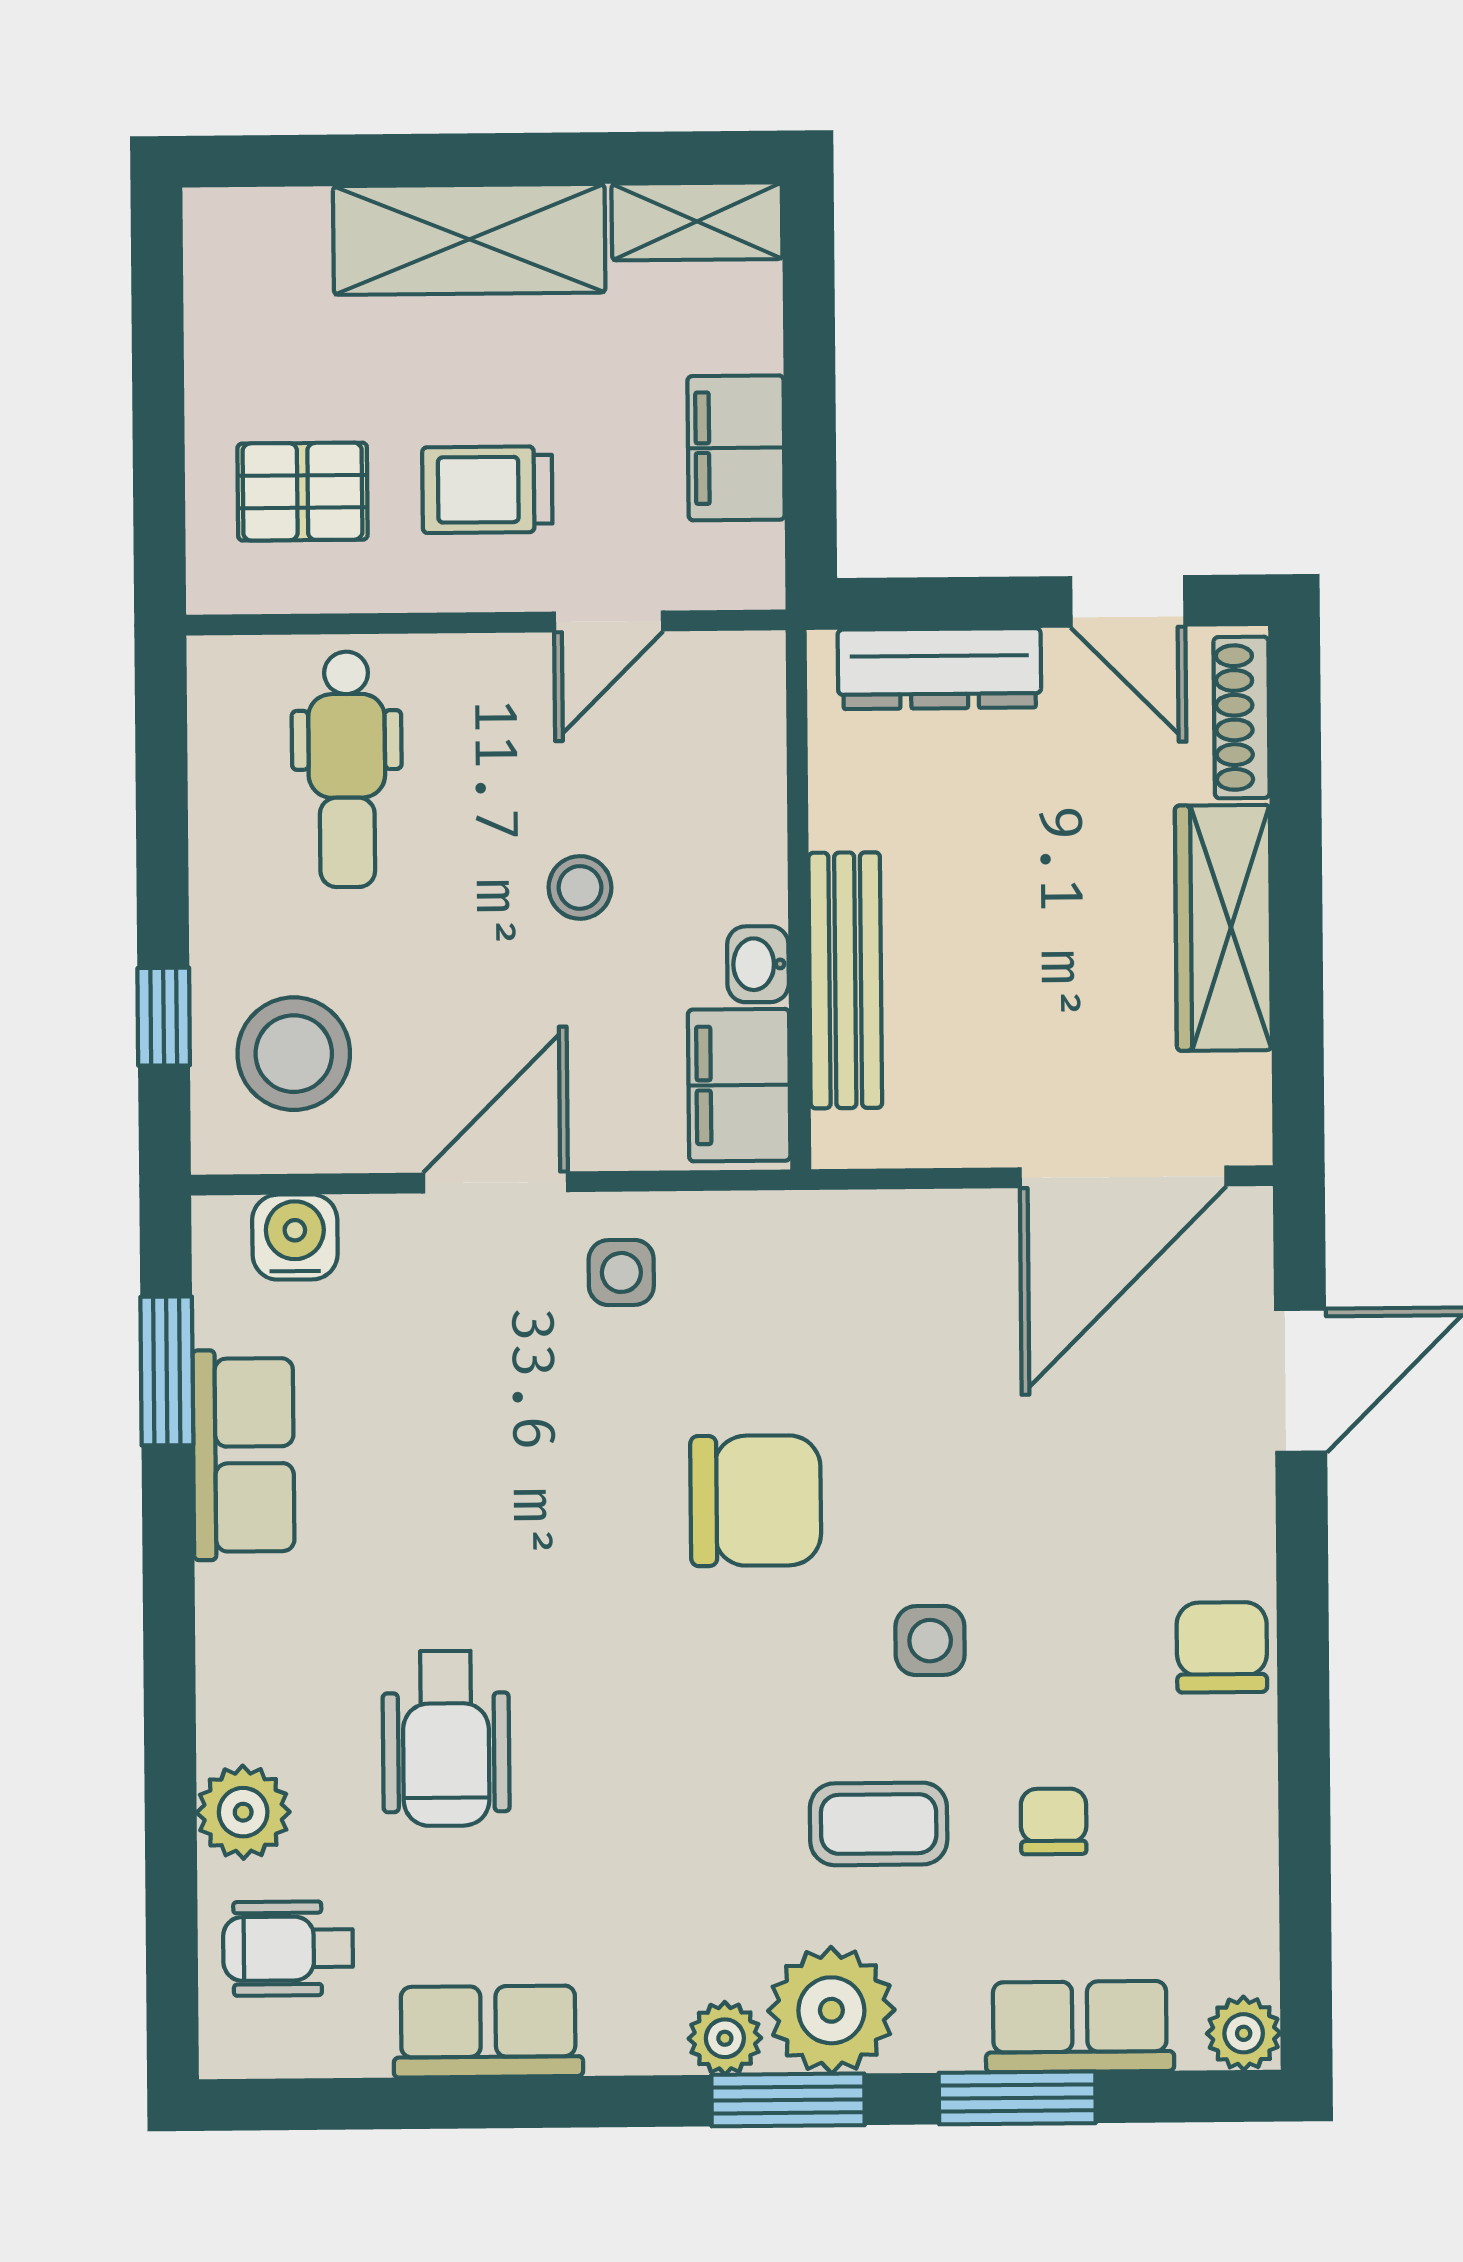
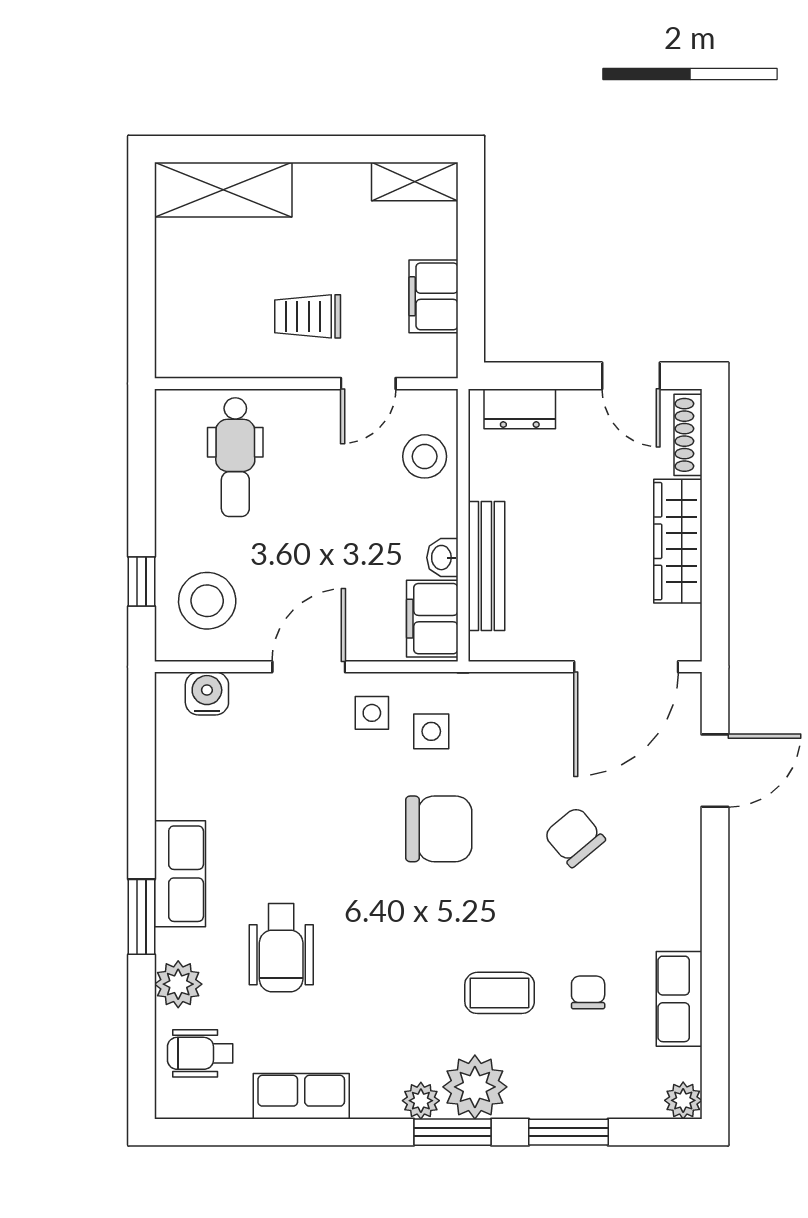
shelving: (469, 239) -> (223, 190), moved
pallet: (302, 492) -> (214, 317), removed
dresser: (939, 669) -> (520, 409), width x0.70
stool: (580, 887) -> (425, 456), moved, width x1.37, depth x1.37
window: (167, 1371) -> (142, 917), moved
row of seats: (243, 1455) -> (180, 874), moved
side table: (930, 1641) -> (431, 731), moved
chair: (1222, 1647) -> (575, 837), moved, turned -40
row of seats: (1080, 2027) -> (679, 999), moved, turned -90

